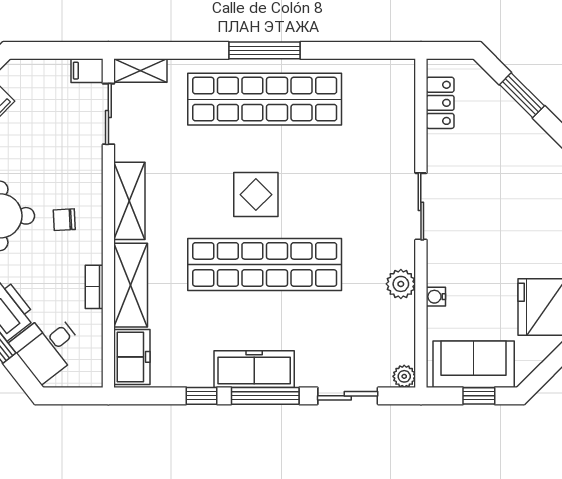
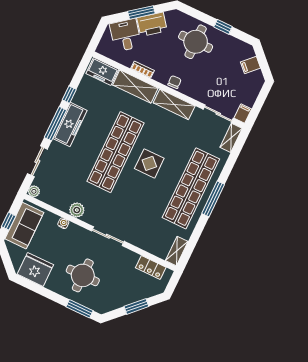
shelving: (389, 71) -> (177, 251), added
round table: (512, 217) -> (83, 275), added
chair: (64, 220) -> (174, 82), moved

